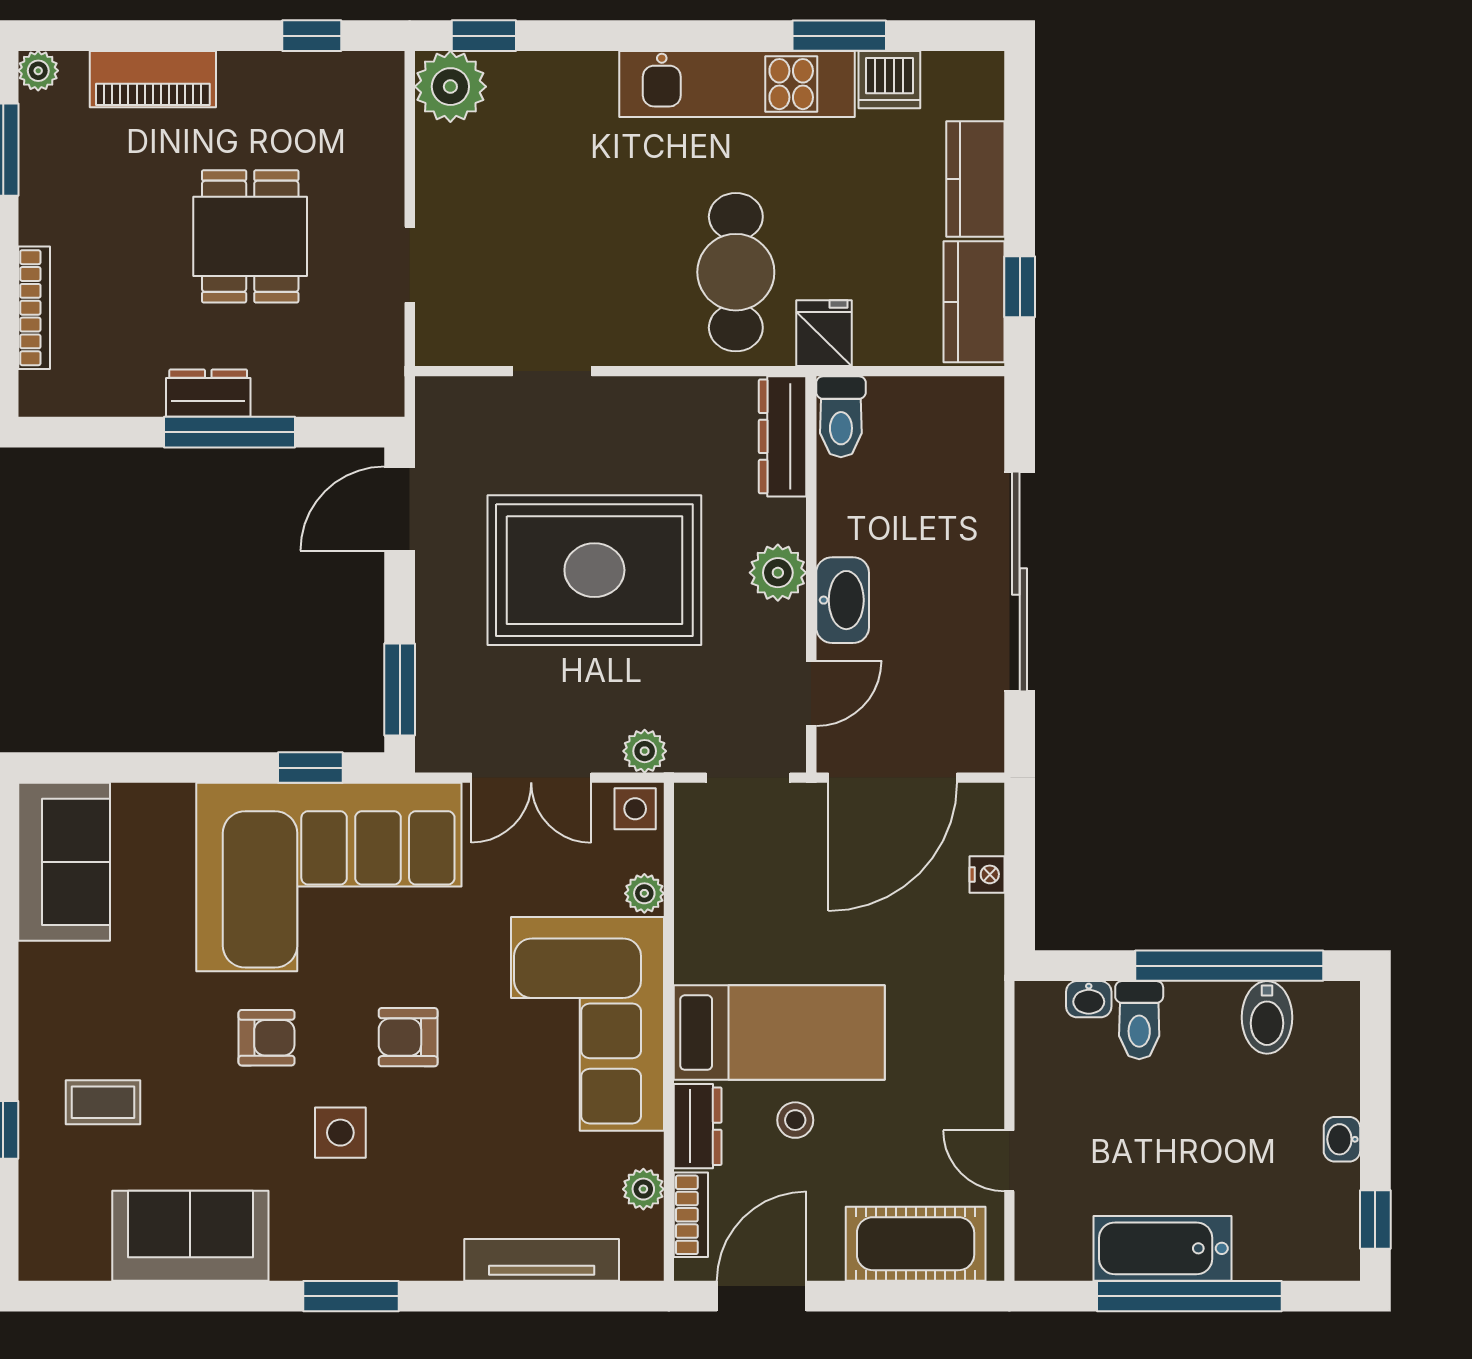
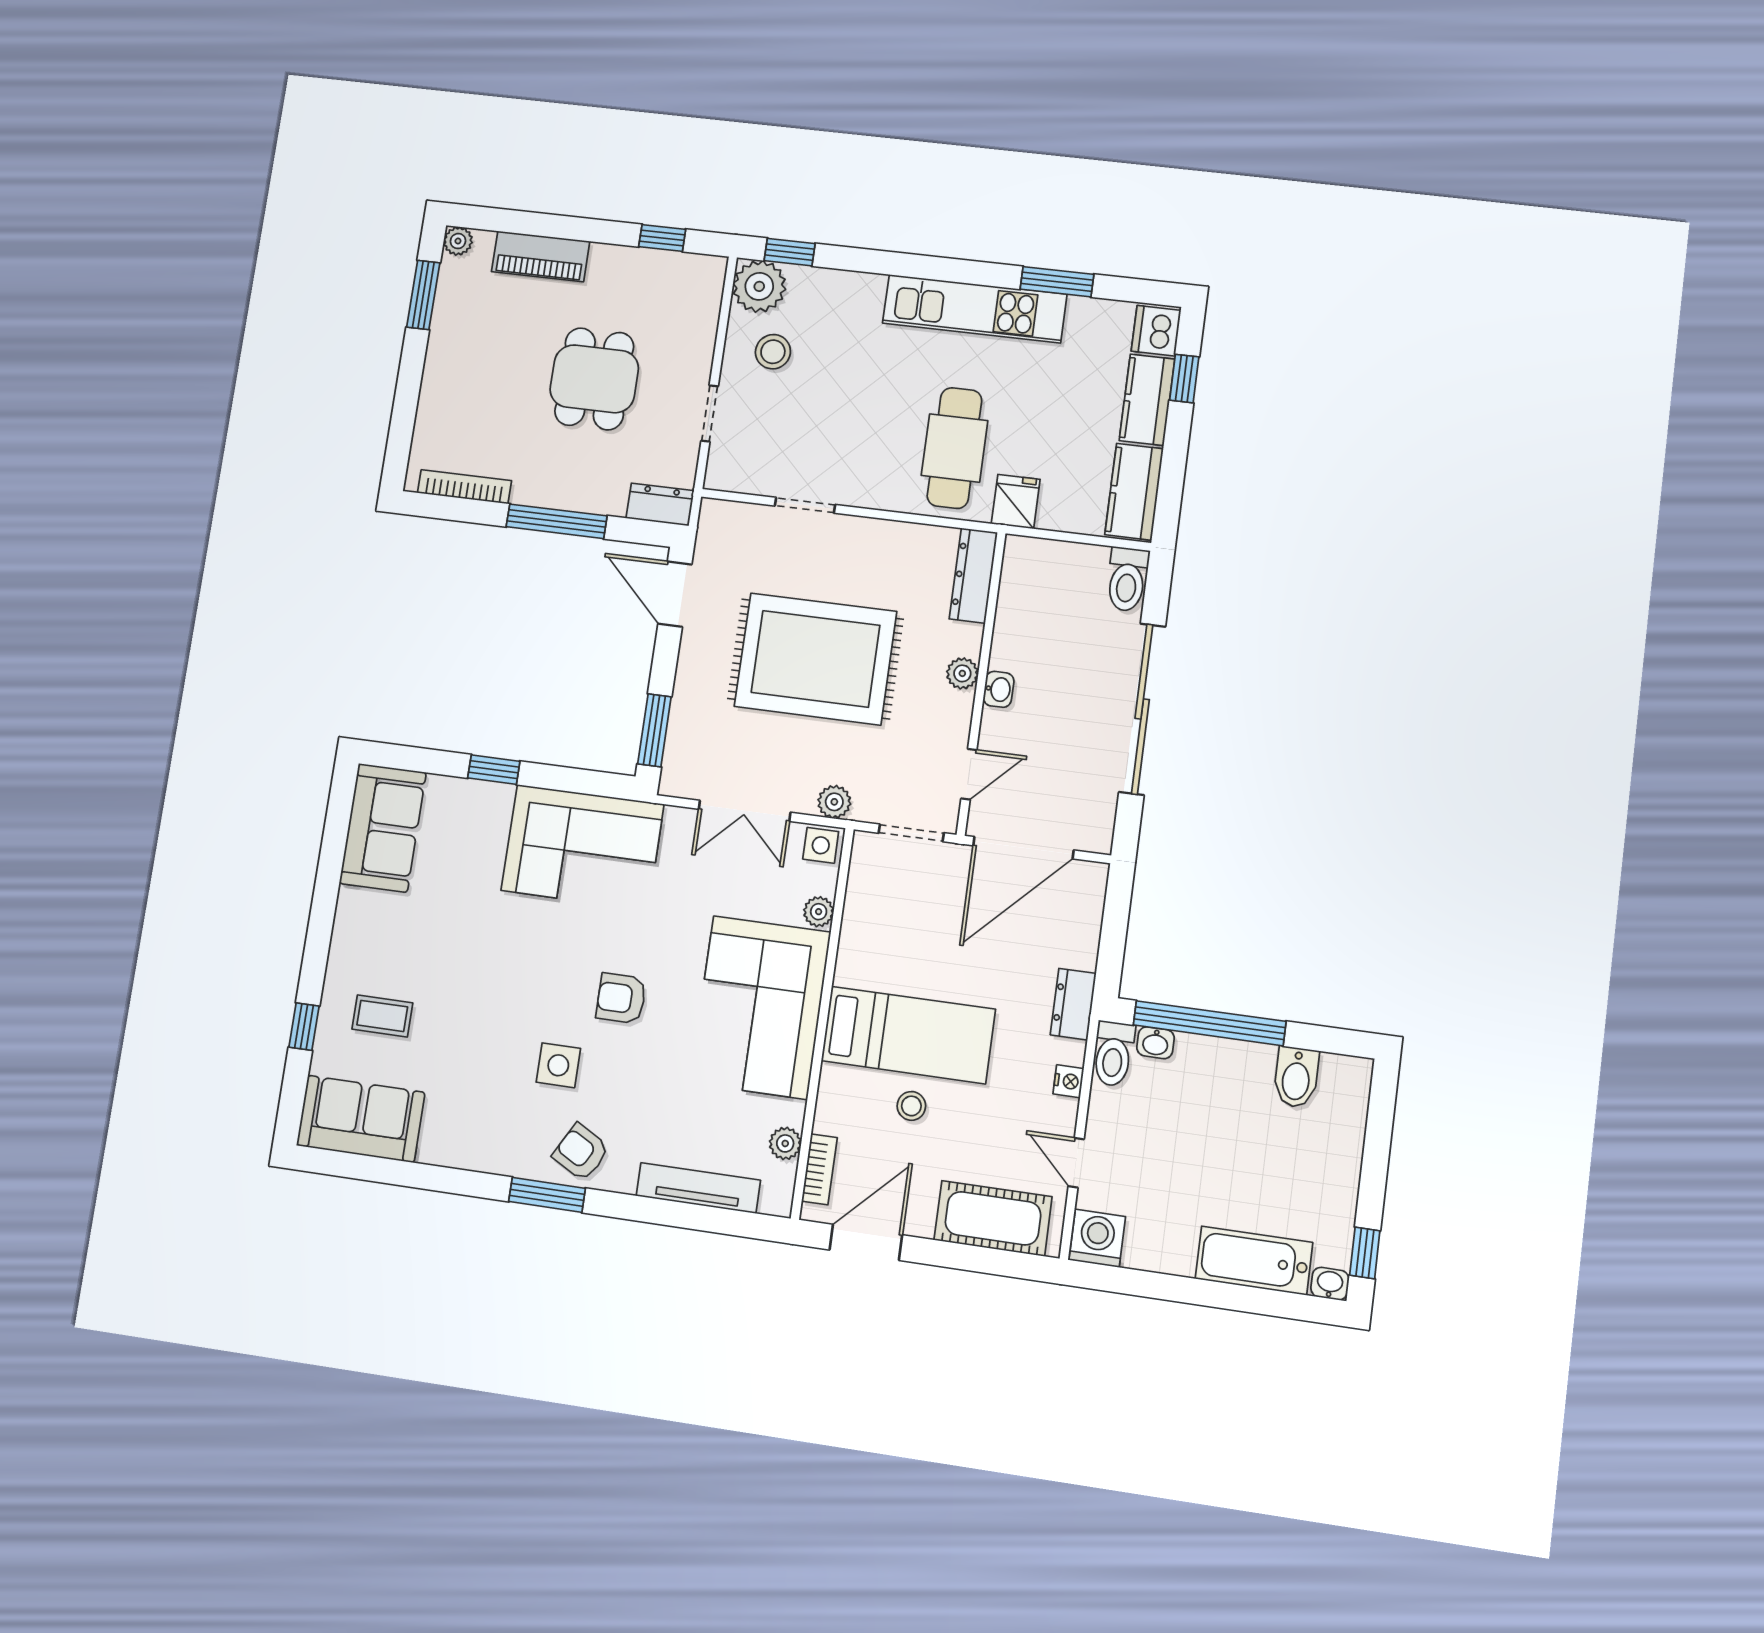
dishwasher: (889, 80) -> (1156, 331), moved, turned 90
stool: (481, 172) -> (773, 352), added
window: (1020, 287) -> (1184, 379), moved
bookcase: (34, 308) -> (464, 487), moved, turned -90
dresser: (208, 393) -> (660, 504), moved
toilet: (841, 417) -> (1127, 579), moved
door: (400, 509) -> (675, 594), hinge flipped
plant: (778, 573) -> (962, 673), width x0.73, depth x0.73
washbasin: (843, 600) -> (999, 689), width x0.52, depth x0.69
window: (310, 768) -> (494, 770), moved
nightstand: (987, 874) -> (1068, 1081), moved
corner sofa: (329, 877) -> (582, 847), width x0.73, depth x0.74
window: (1229, 966) -> (1210, 1023), moved
toilet: (1139, 1020) -> (1113, 1054), moved
armchair: (267, 1038) -> (581, 1152), moved, turned -151
dresser: (698, 1126) -> (1073, 1004), moved, turned 180
washbasin: (1342, 1139) -> (1330, 1284), moved, turned 90
sofa: (190, 1236) -> (361, 1119), moved
bathtub: (1163, 1248) -> (1254, 1261), moved
washing machine: (1047, 1249) -> (1097, 1238), added
window: (1189, 1296) -> (1207, 1293), removed

